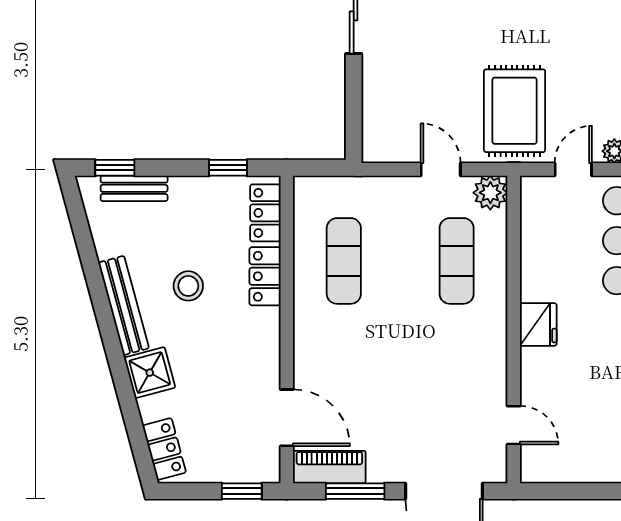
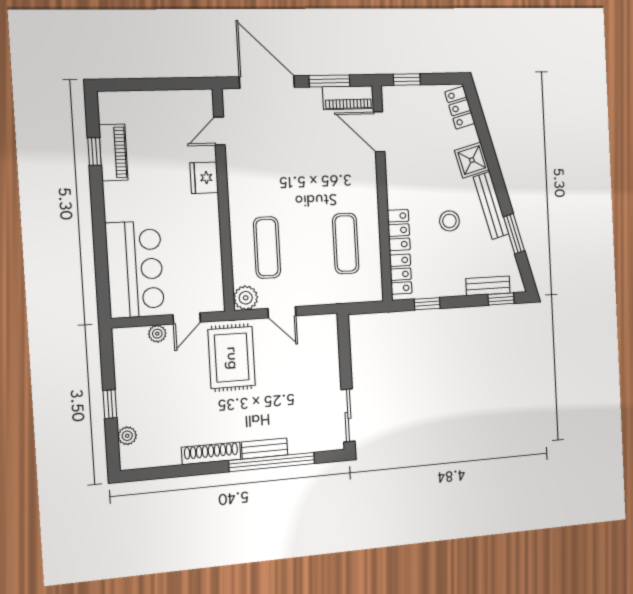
window: (90, 263) -> (514, 234), added
fridge: (538, 324) -> (204, 178), moved
door: (514, 425) -> (219, 131), hinge flipped

